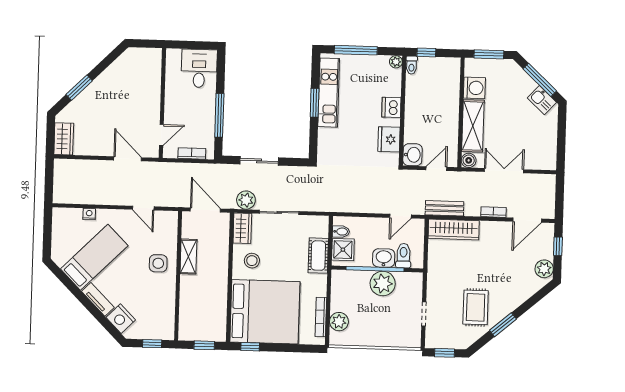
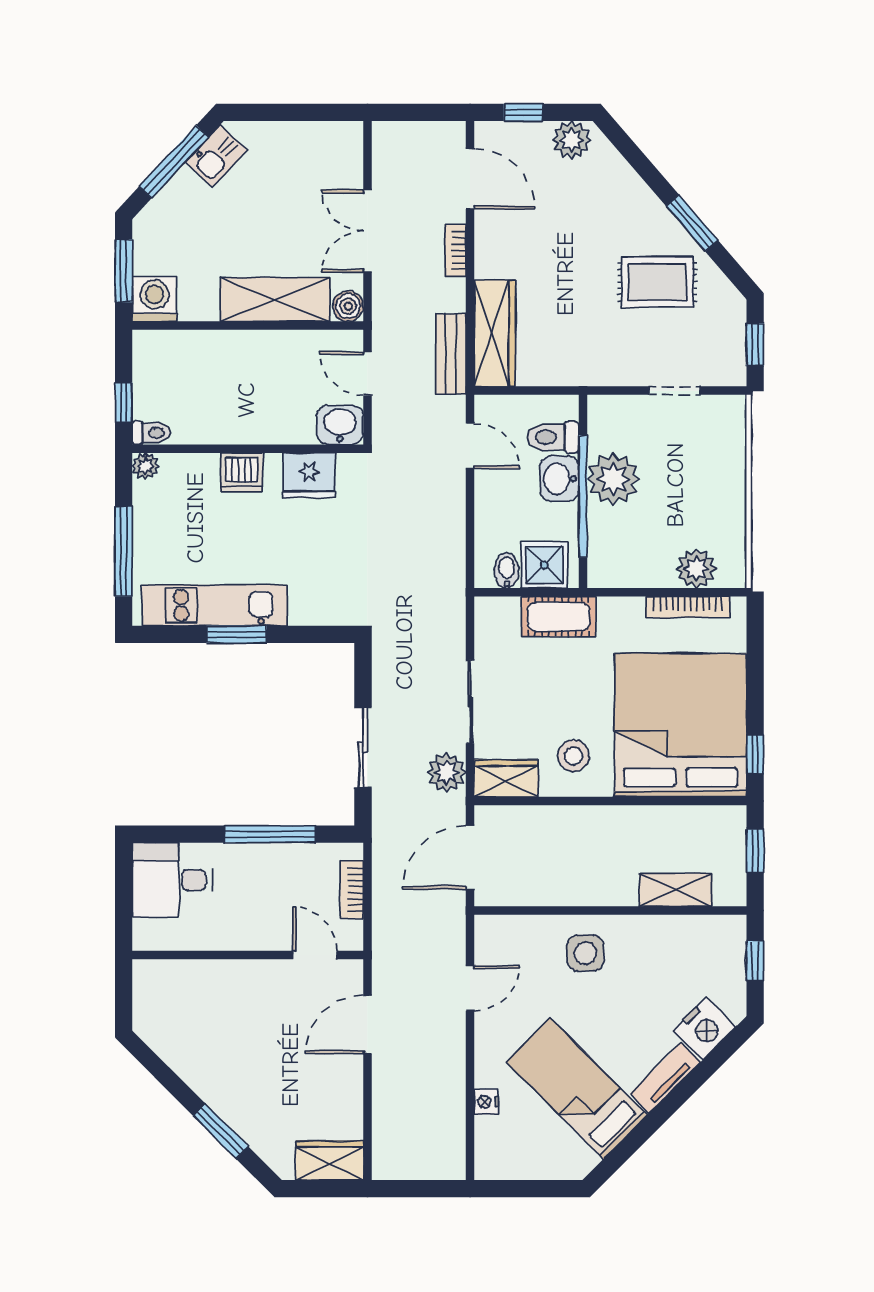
washing machine: (474, 88) -> (155, 299), moved
shelving: (188, 257) -> (676, 890), moved

